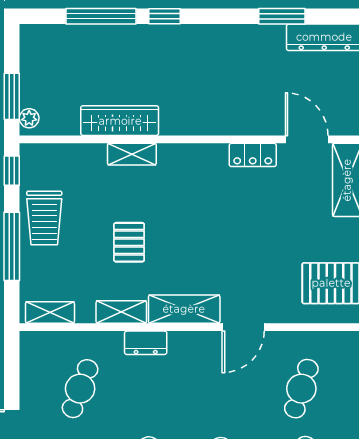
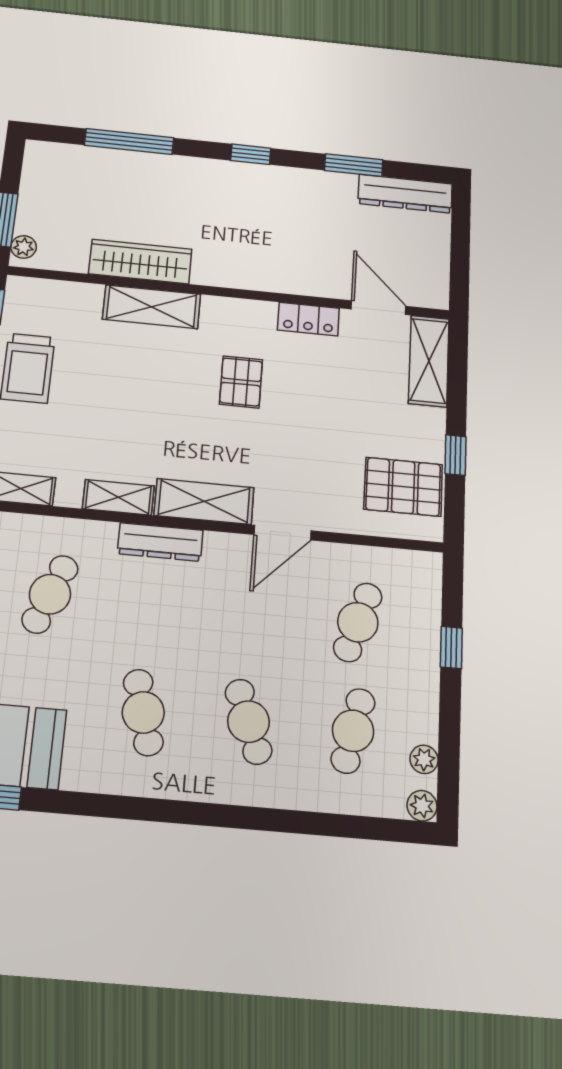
window: (165, 16) -> (251, 154), moved
shelving: (132, 154) -> (152, 307), width x1.50, depth x1.33
pallet: (129, 242) -> (241, 382), moved
dresser: (146, 343) -> (160, 542), width x1.44

